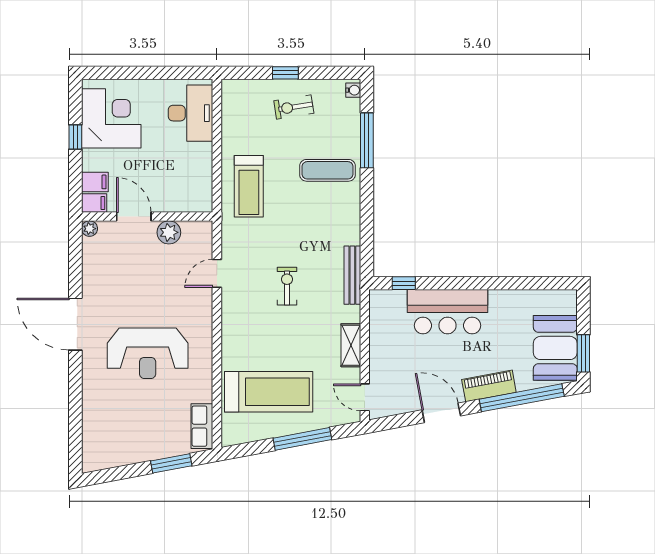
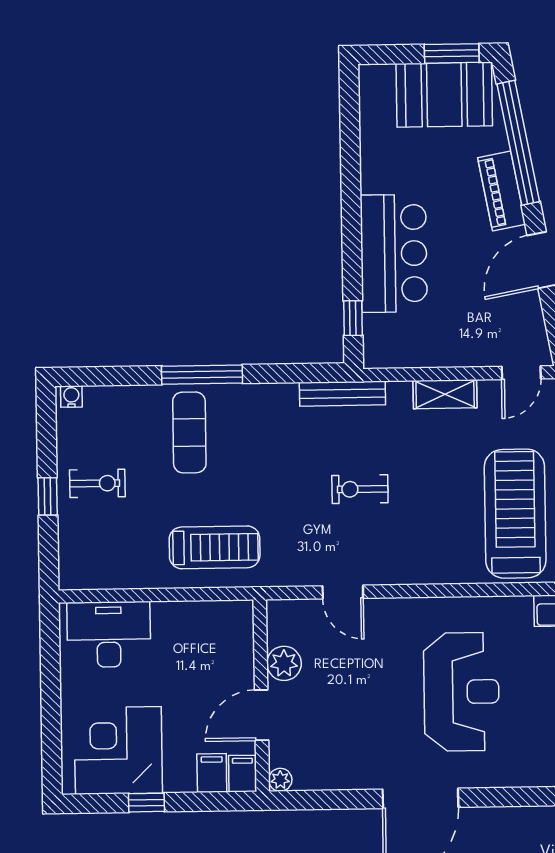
exercise bike: (294, 107) -> (97, 483), turned -81
window: (367, 140) -> (202, 375), moved

